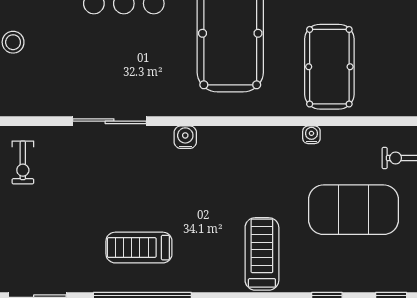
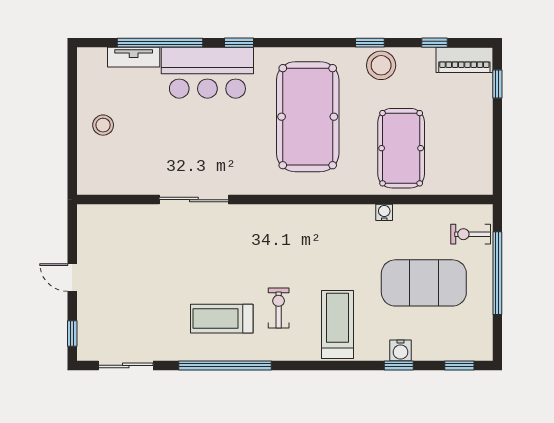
water cooler: (185, 137) -> (400, 350), moved, turned 180
exercise bike: (23, 162) -> (279, 308), moved, turned 180

